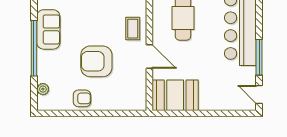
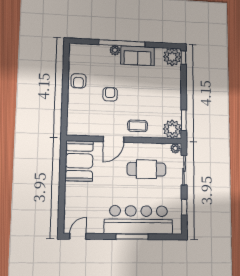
window: (259, 57) -> (132, 237), moved
armchair: (96, 61) -> (110, 94), width x0.53, depth x0.53
plant: (43, 89) -> (115, 50), moved

